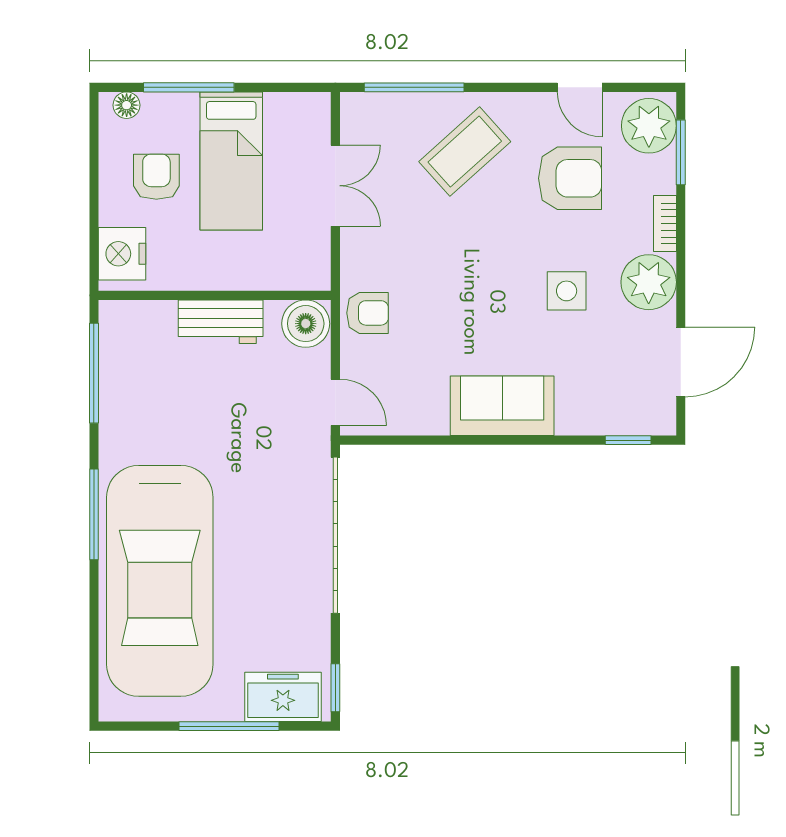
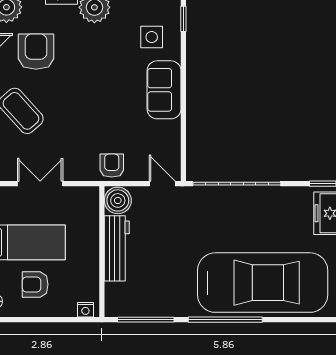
nightstand: (122, 254) -> (85, 310), width x0.53, depth x0.56
side table: (567, 291) -> (152, 37), moved
workbench: (221, 322) -> (117, 248), width x1.38
door: (335, 402) -> (162, 184), hinge flipped
window: (94, 514) -> (225, 320), width x1.46

